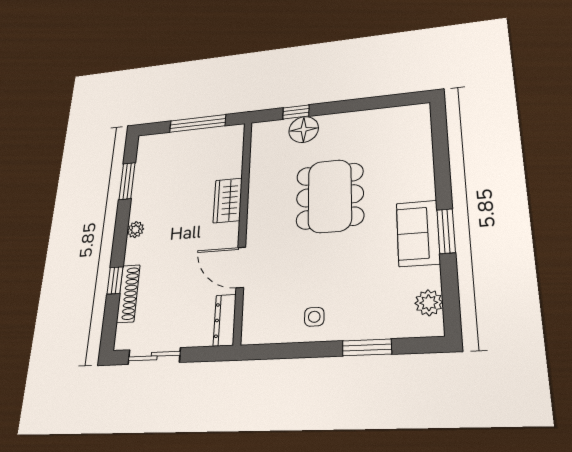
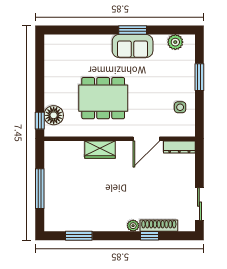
wardrobe: (228, 200) -> (100, 150), moved
wall: (243, 227) -> (120, 139), moved
plant: (135, 230) -> (133, 226), moved
door: (241, 267) -> (146, 139), moved
dresser: (225, 320) -> (179, 147), moved

